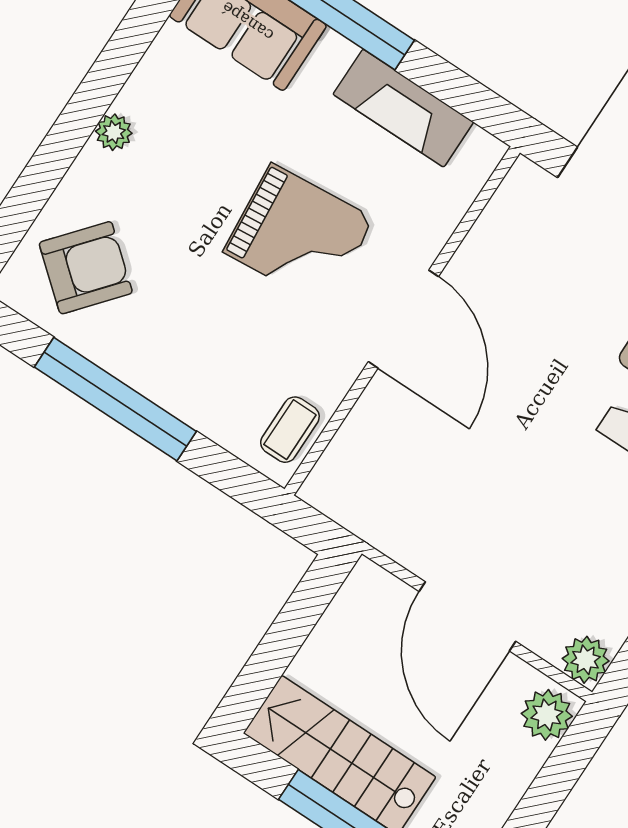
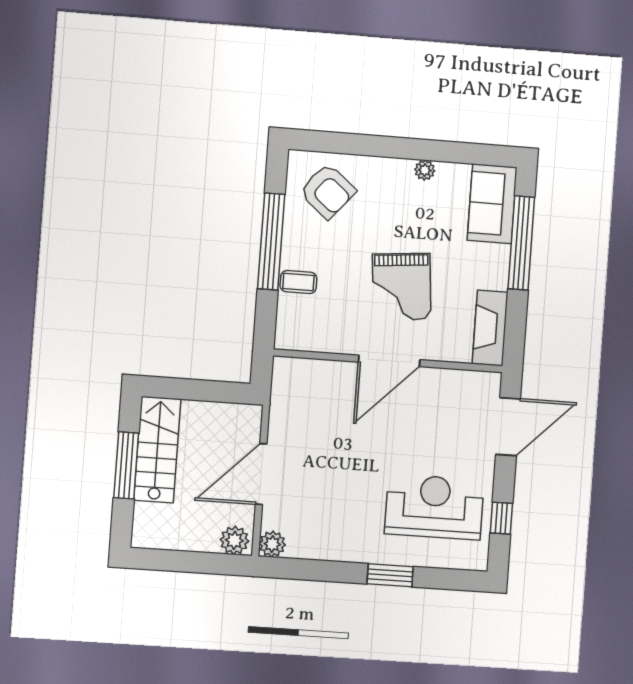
fireplace: (403, 108) -> (490, 328), moved
plant: (114, 132) -> (425, 170), moved
coffee table: (290, 430) -> (298, 282), moved

